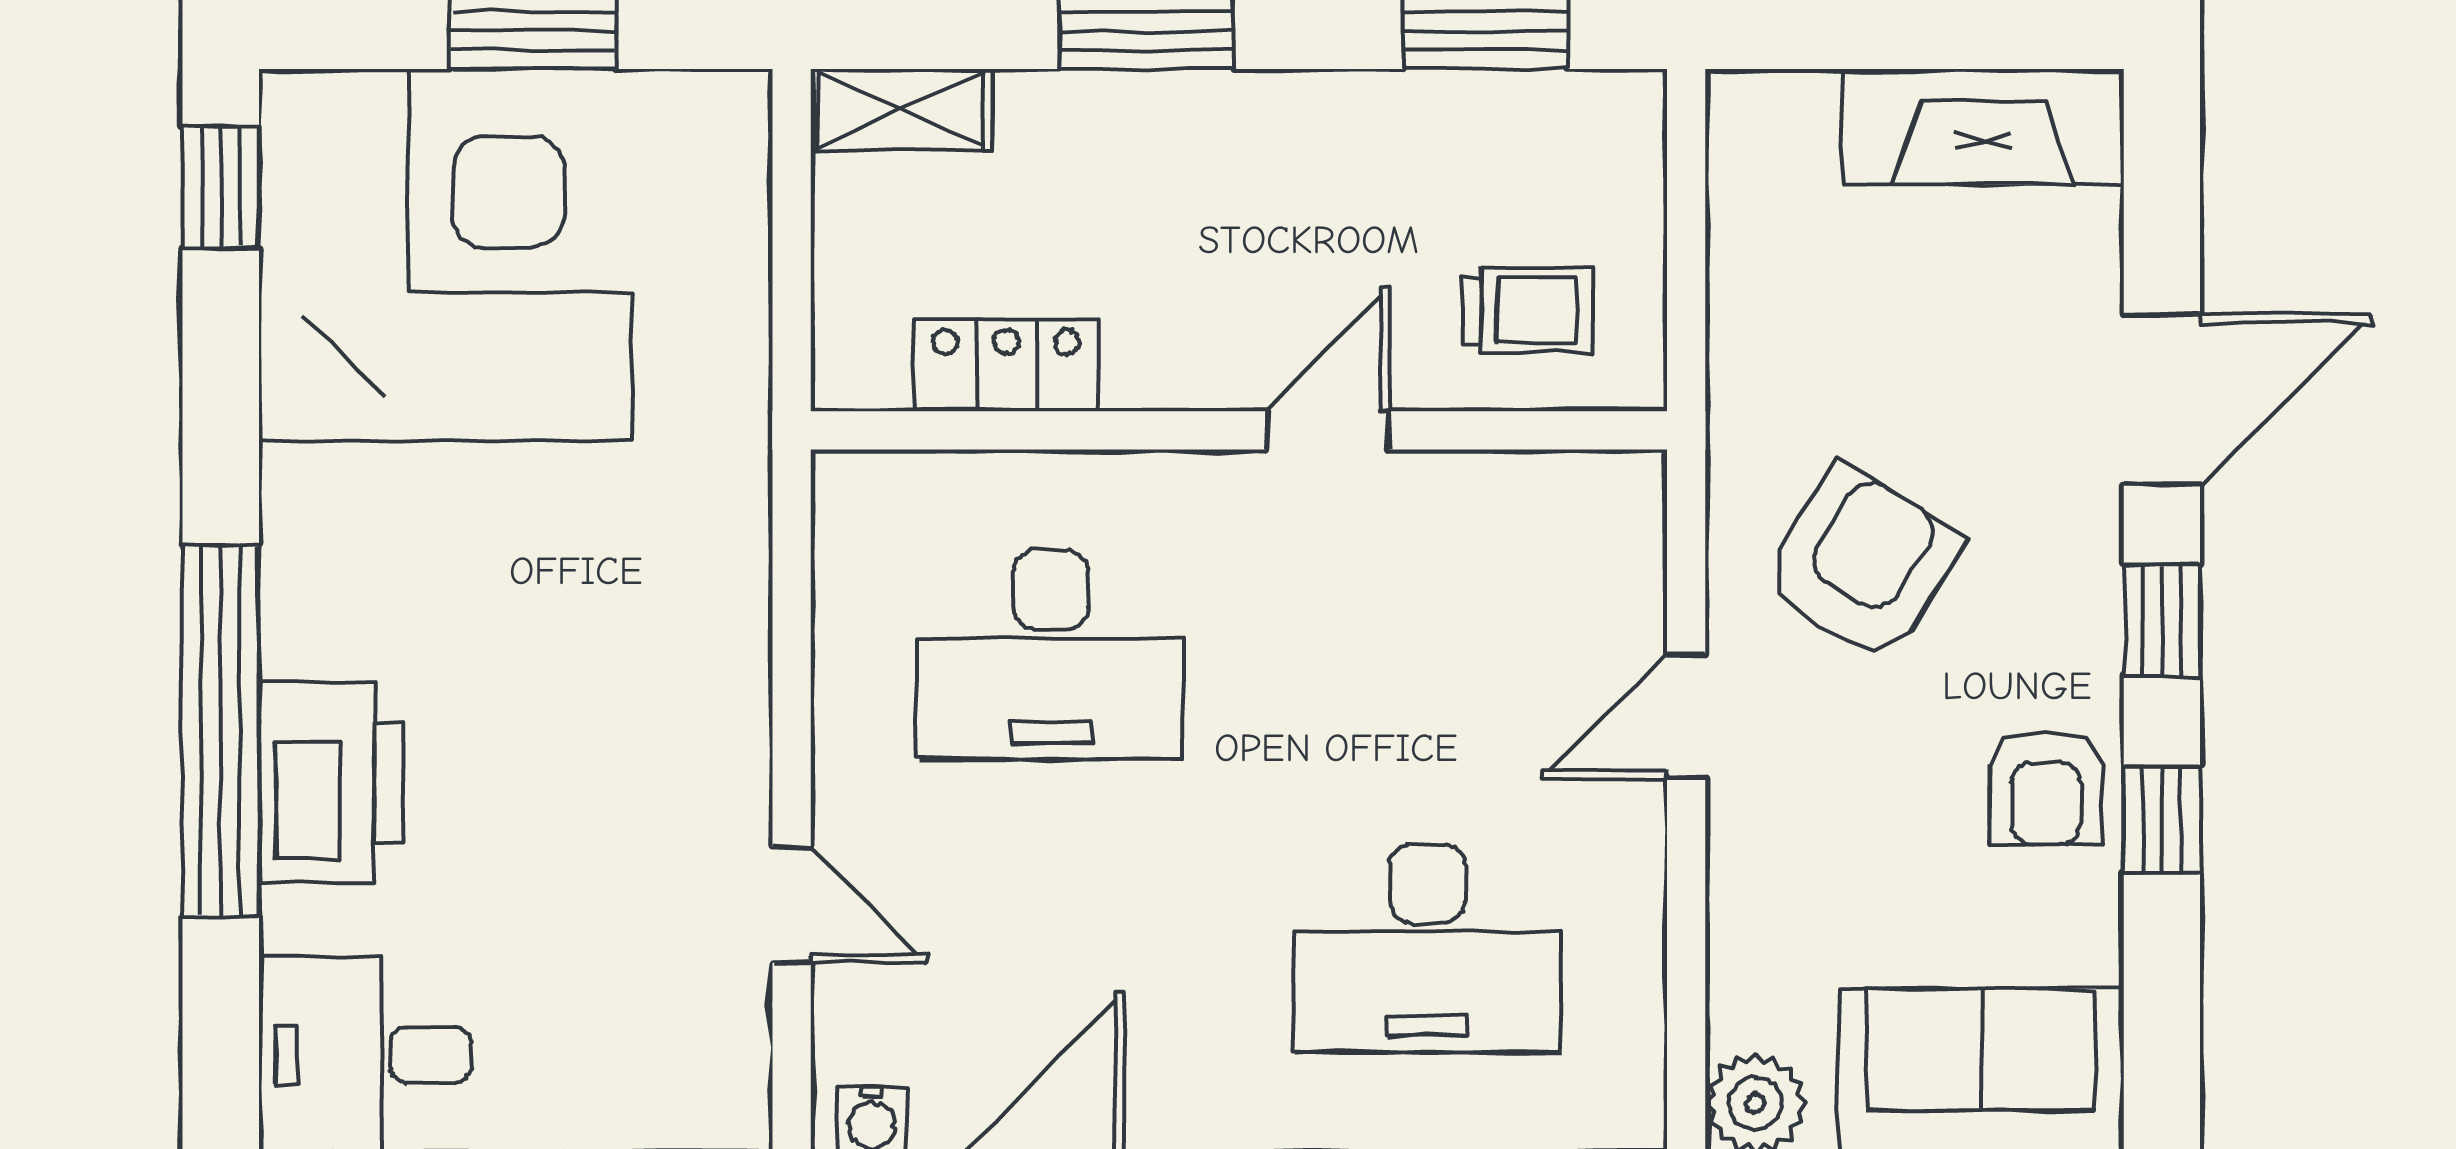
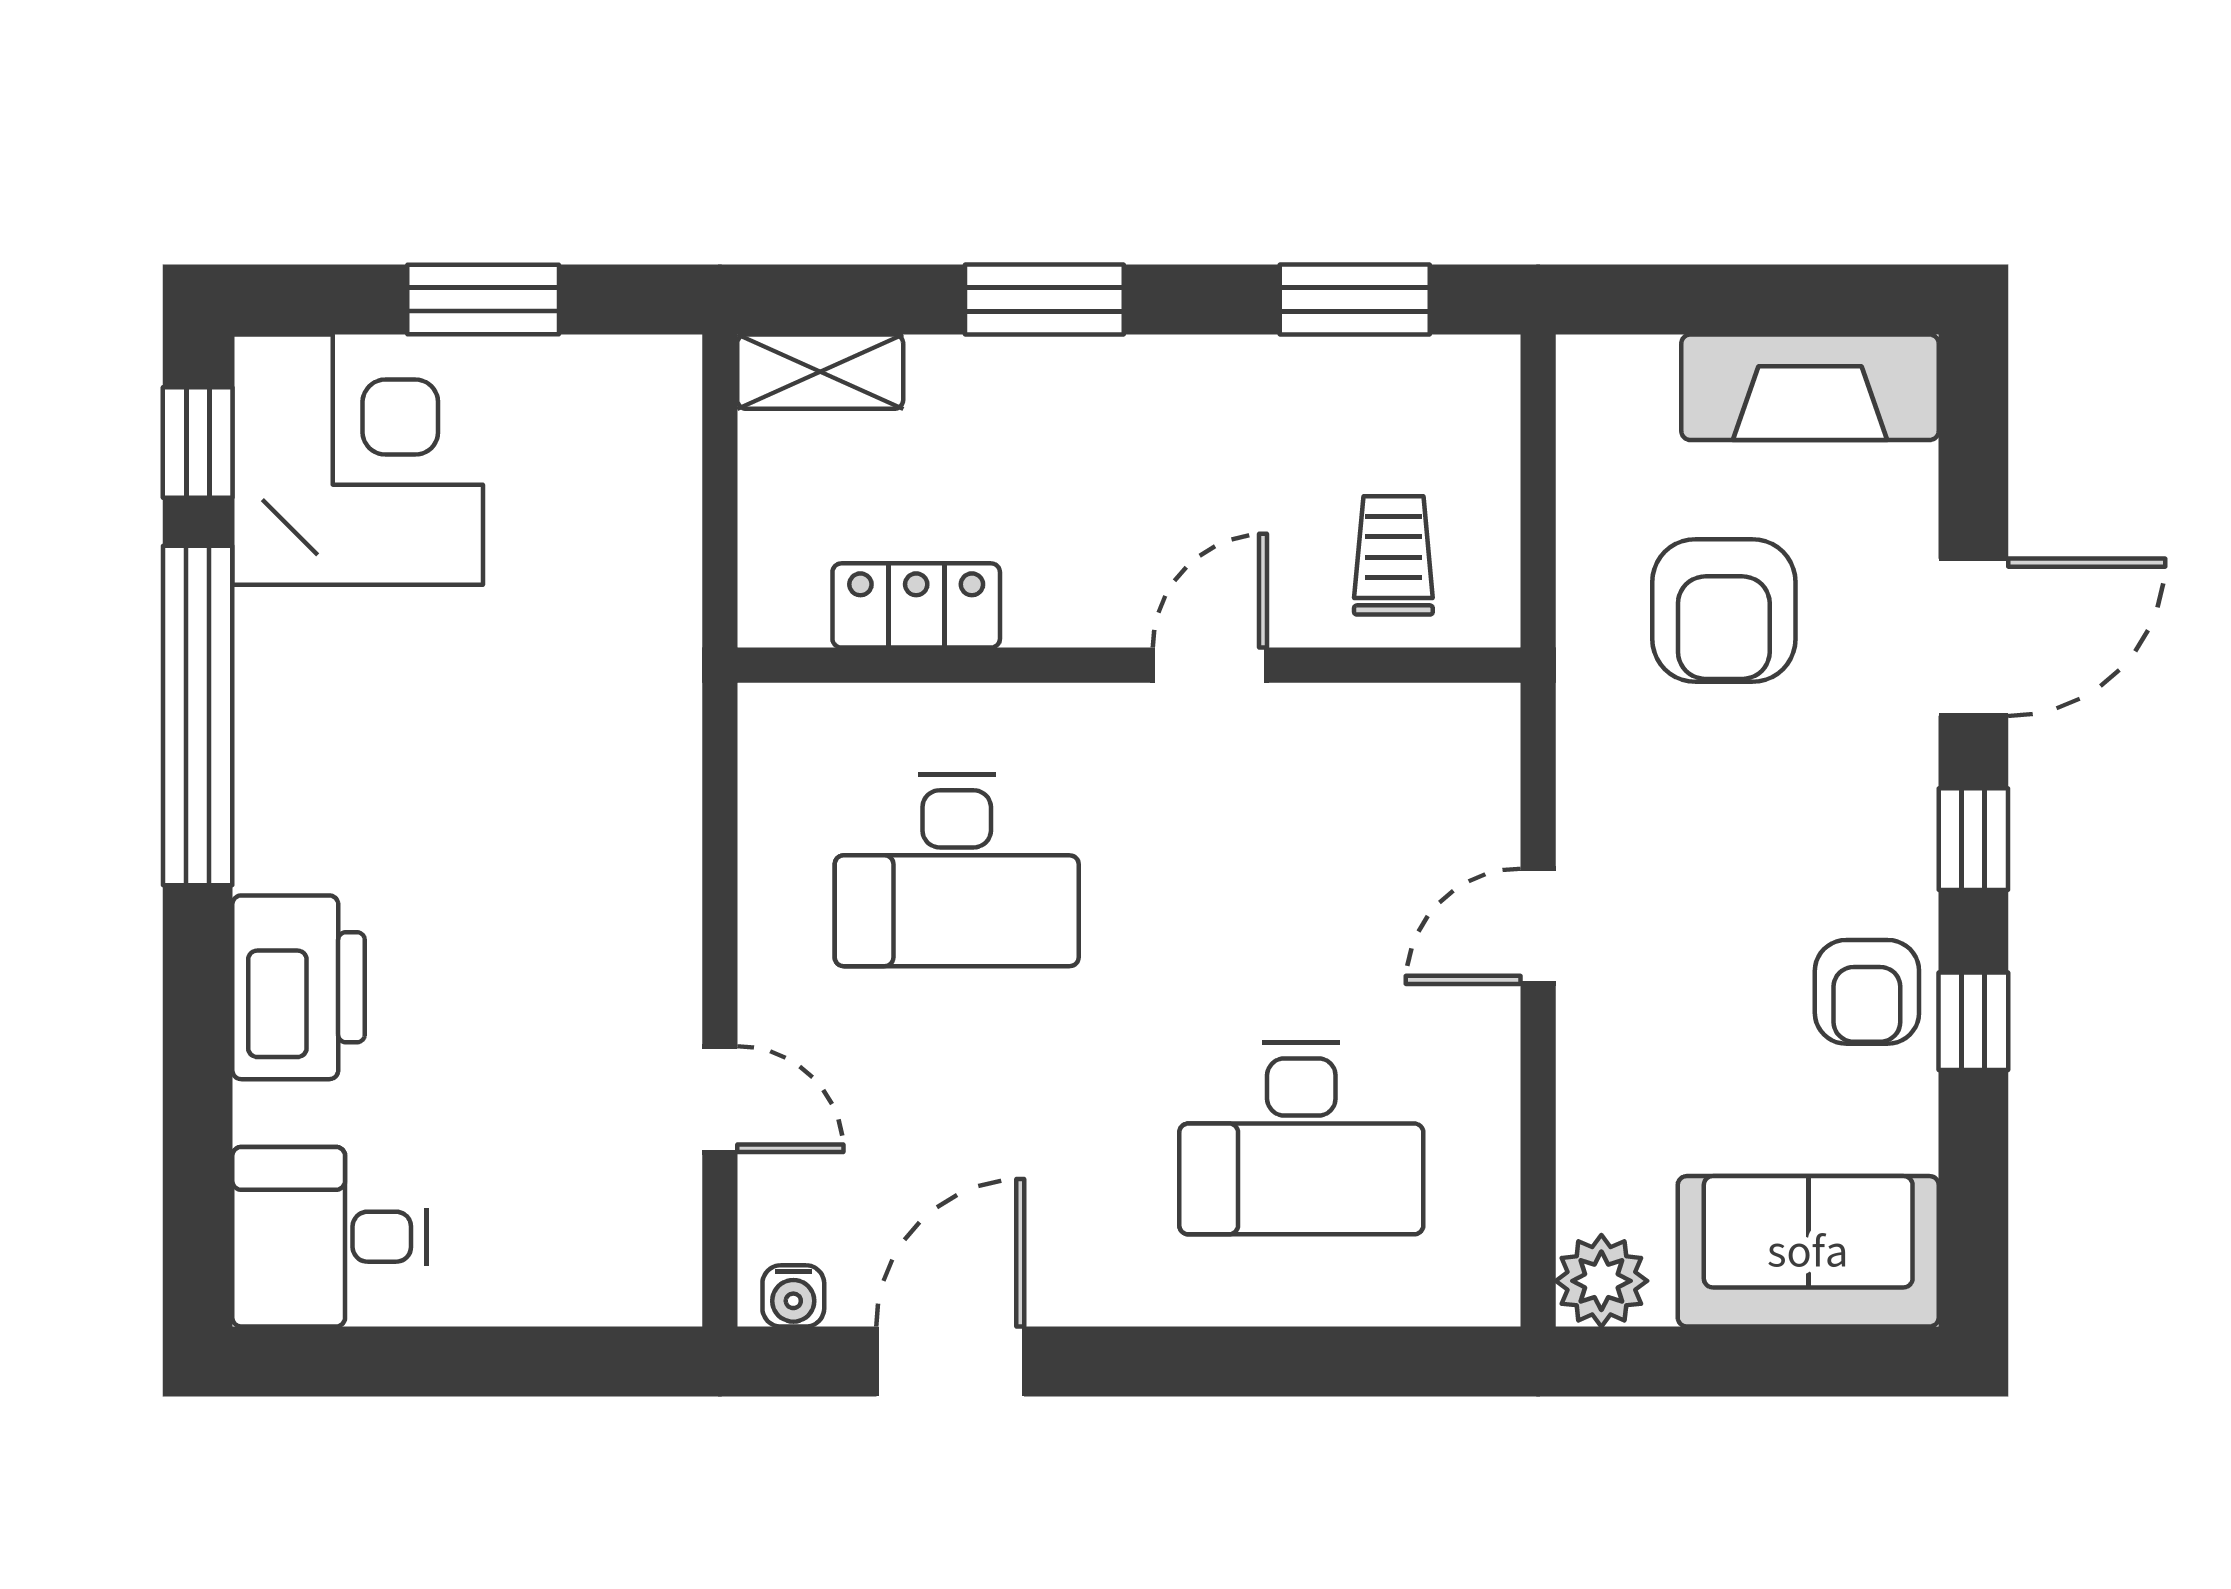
corner desk: (445, 255) -> (358, 460), width x0.74, depth x0.74
trolley: (1528, 310) -> (1393, 555), turned -90
armchair: (1862, 564) -> (1724, 610), moved, turned 148
window: (221, 731) -> (198, 715), moved

